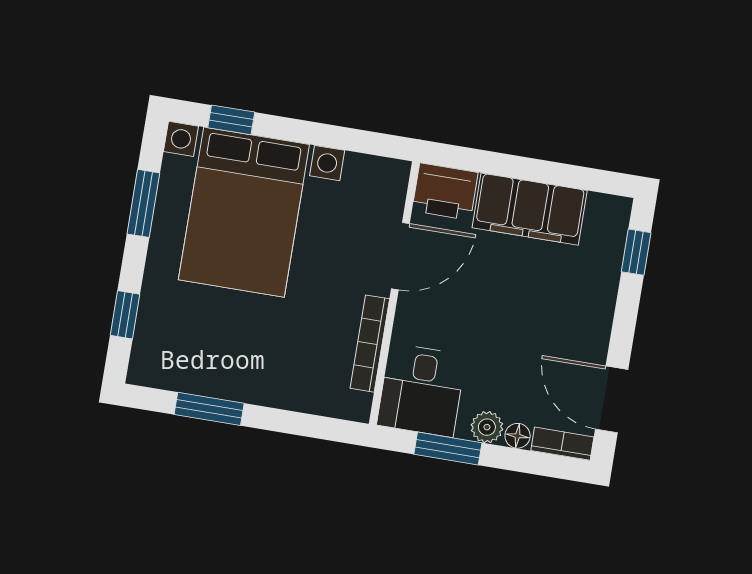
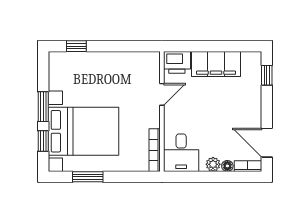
window: (143, 203) -> (43, 107), moved
bed with nightstands: (244, 212) -> (84, 131), moved, turned -90
door: (400, 256) -> (162, 94), width x0.73
bookcase: (370, 344) -> (155, 150), moved
window: (448, 449) -> (197, 177), removed

